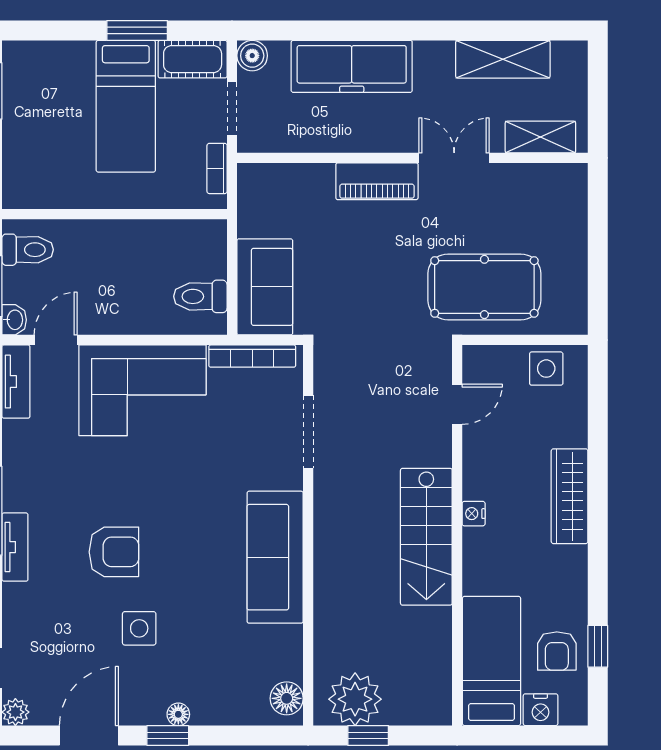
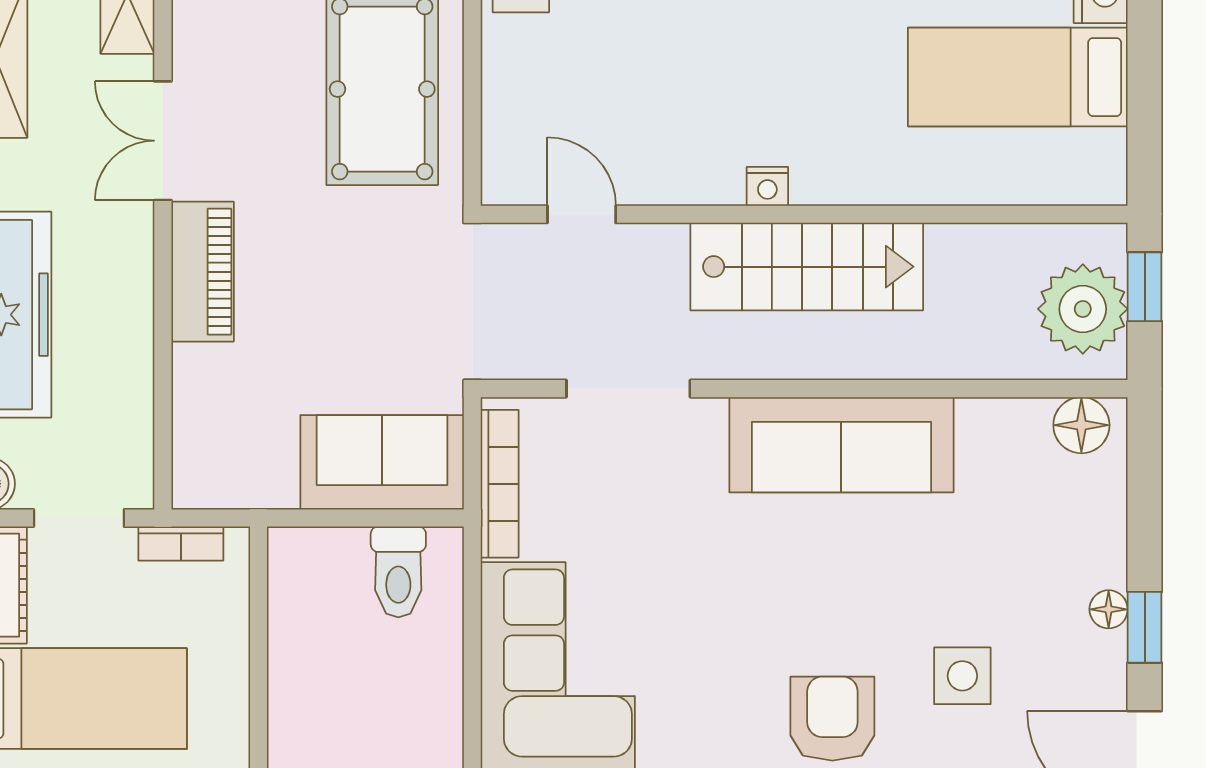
door: (457, 404) -> (582, 214), moved
nightstand: (474, 514) -> (767, 186), moved
wall: (457, 535) -> (804, 214), moved
stairs: (426, 537) -> (807, 267), moved

